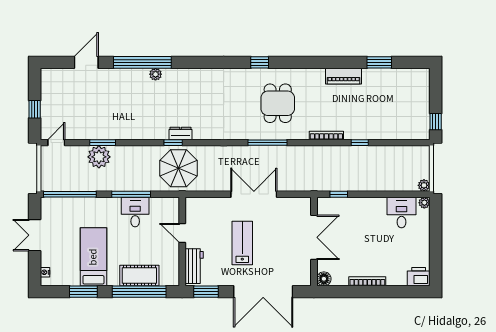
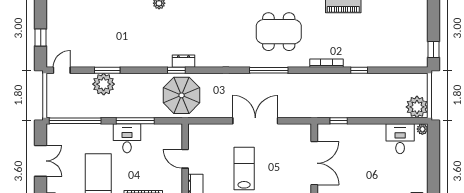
dining table: (278, 103) -> (279, 32), width x1.38
plant: (424, 185) -> (417, 107), width x1.88, depth x1.88
desk: (135, 212) -> (127, 138), moved
double door: (35, 235) -> (41, 161), swing flipped

